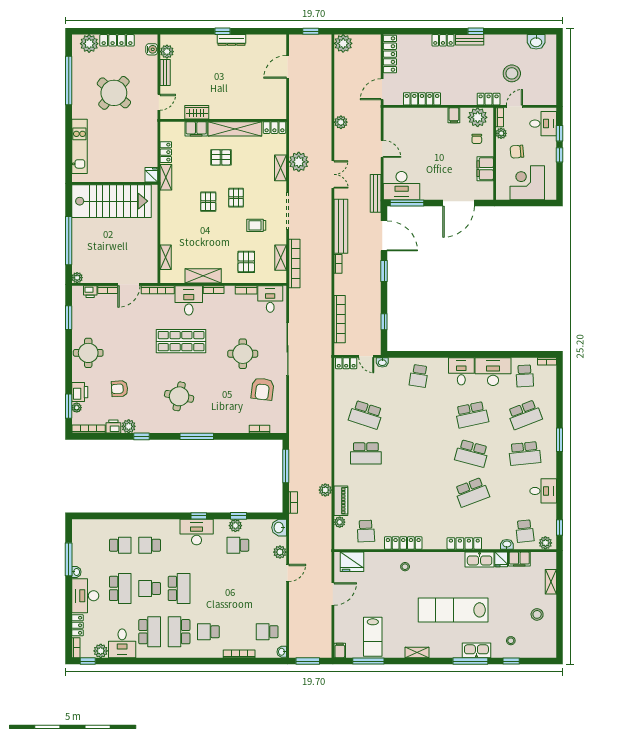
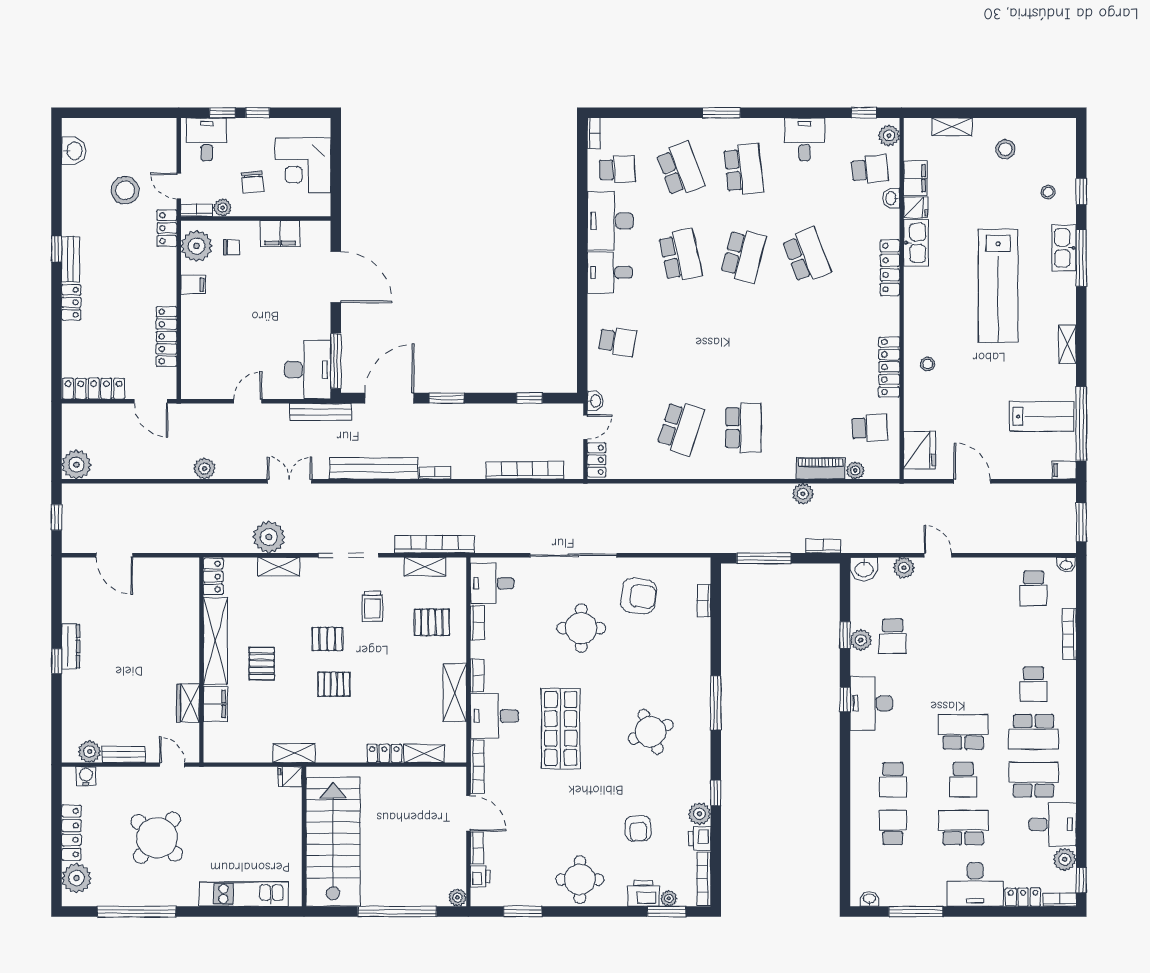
locker: (166, 152) -> (384, 753), moved
round table: (179, 396) -> (651, 732), turned -34
washbasin: (76, 572) -> (869, 899), moved
window: (368, 661) -> (1081, 424), width x1.46

